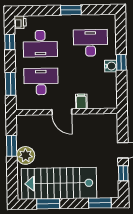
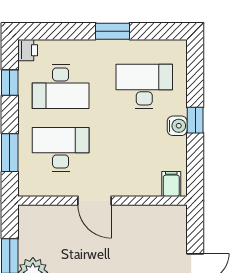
filing cabinet: (81, 101) -> (171, 184), moved

